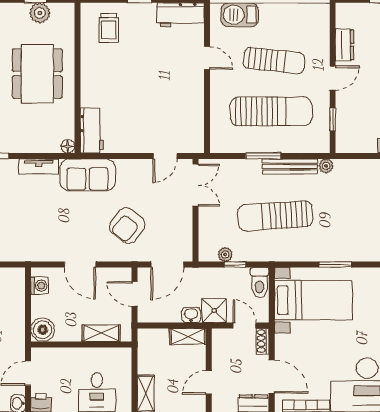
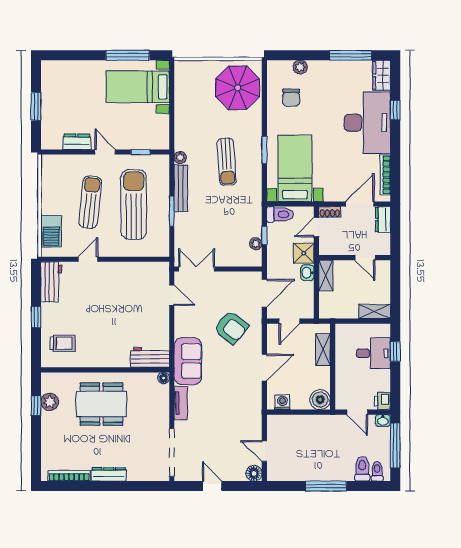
sun lounger: (275, 216) -> (227, 162), moved, width x0.73, depth x0.75
door: (167, 264) -> (264, 293), hinge flipped

